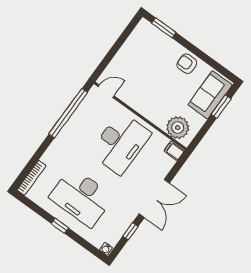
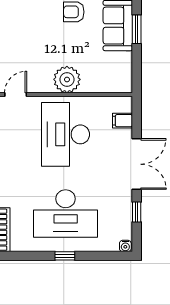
plant: (178, 128) -> (67, 79), moved
desk: (120, 143) -> (66, 134), turned 180
filing cabinet: (174, 151) -> (123, 121), moved

